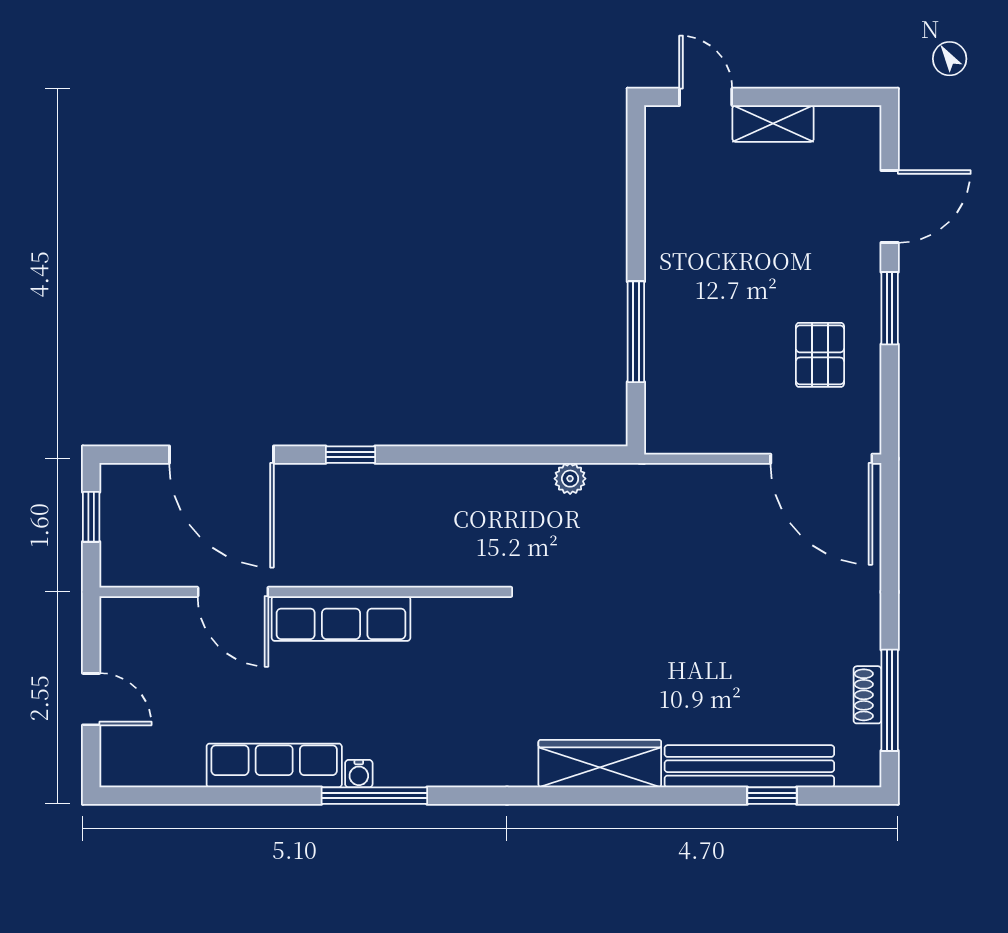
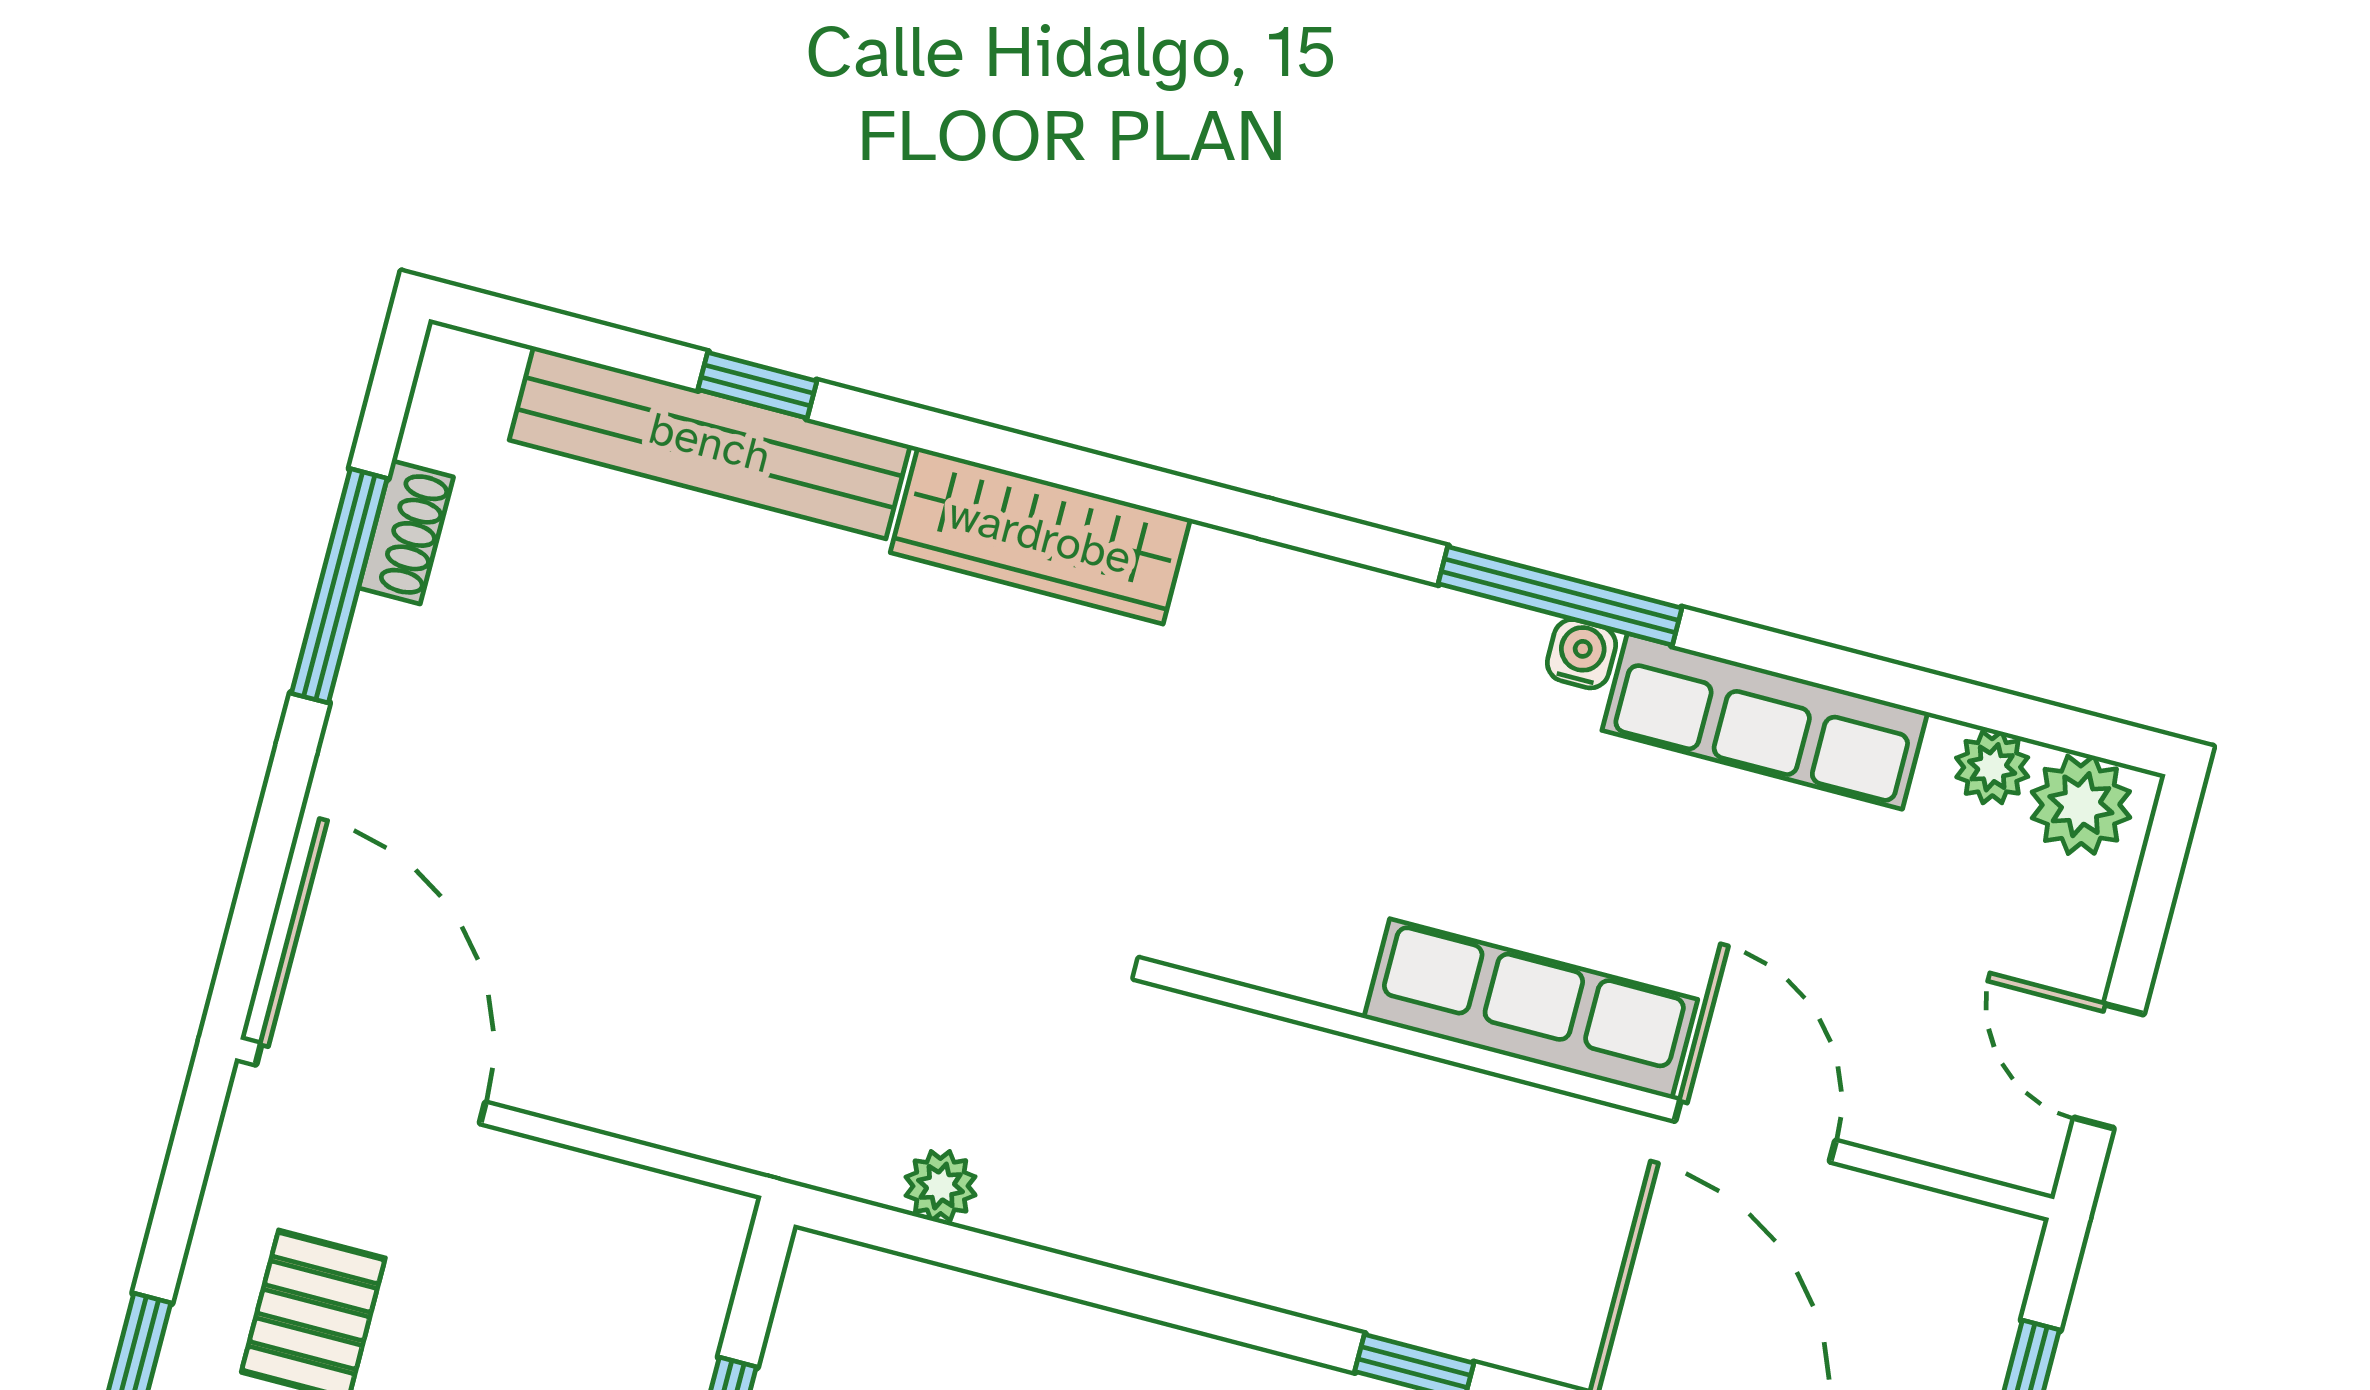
door: (91, 699) -> (2109, 1066), moved
window: (890, 700) -> (339, 586), moved
plant: (132, 765) -> (2081, 805), added
plant: (173, 771) -> (1992, 767), added
window: (772, 796) -> (757, 385), moved

